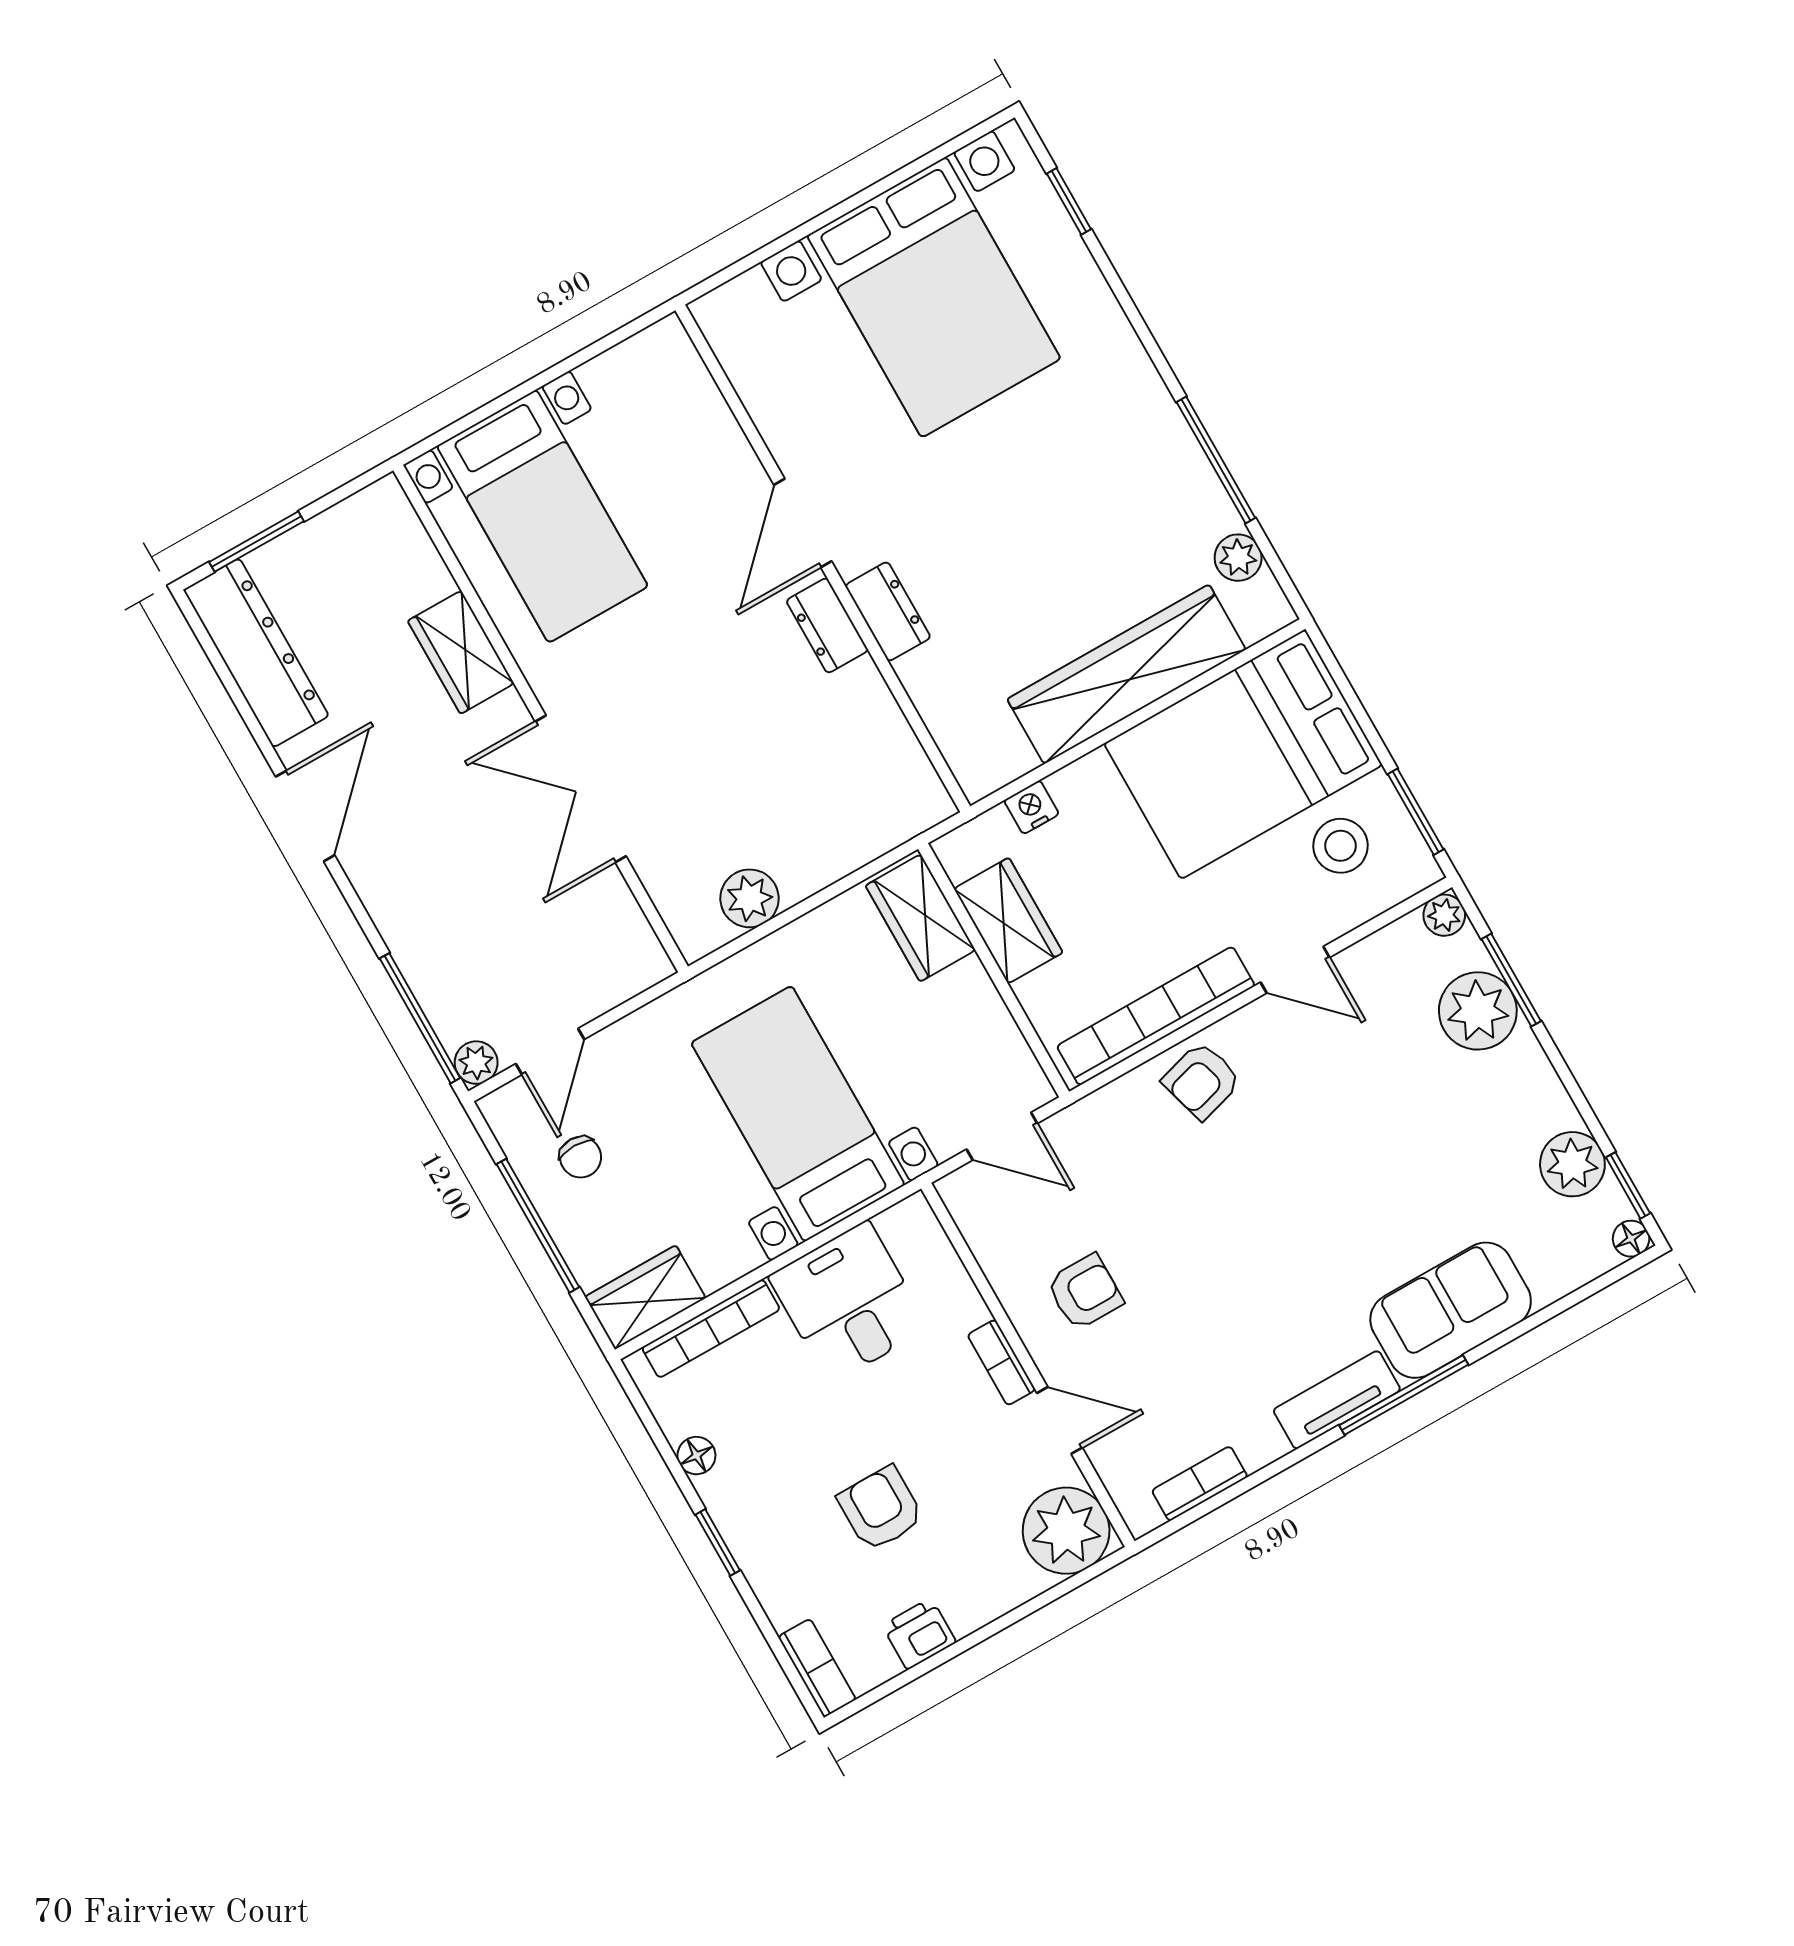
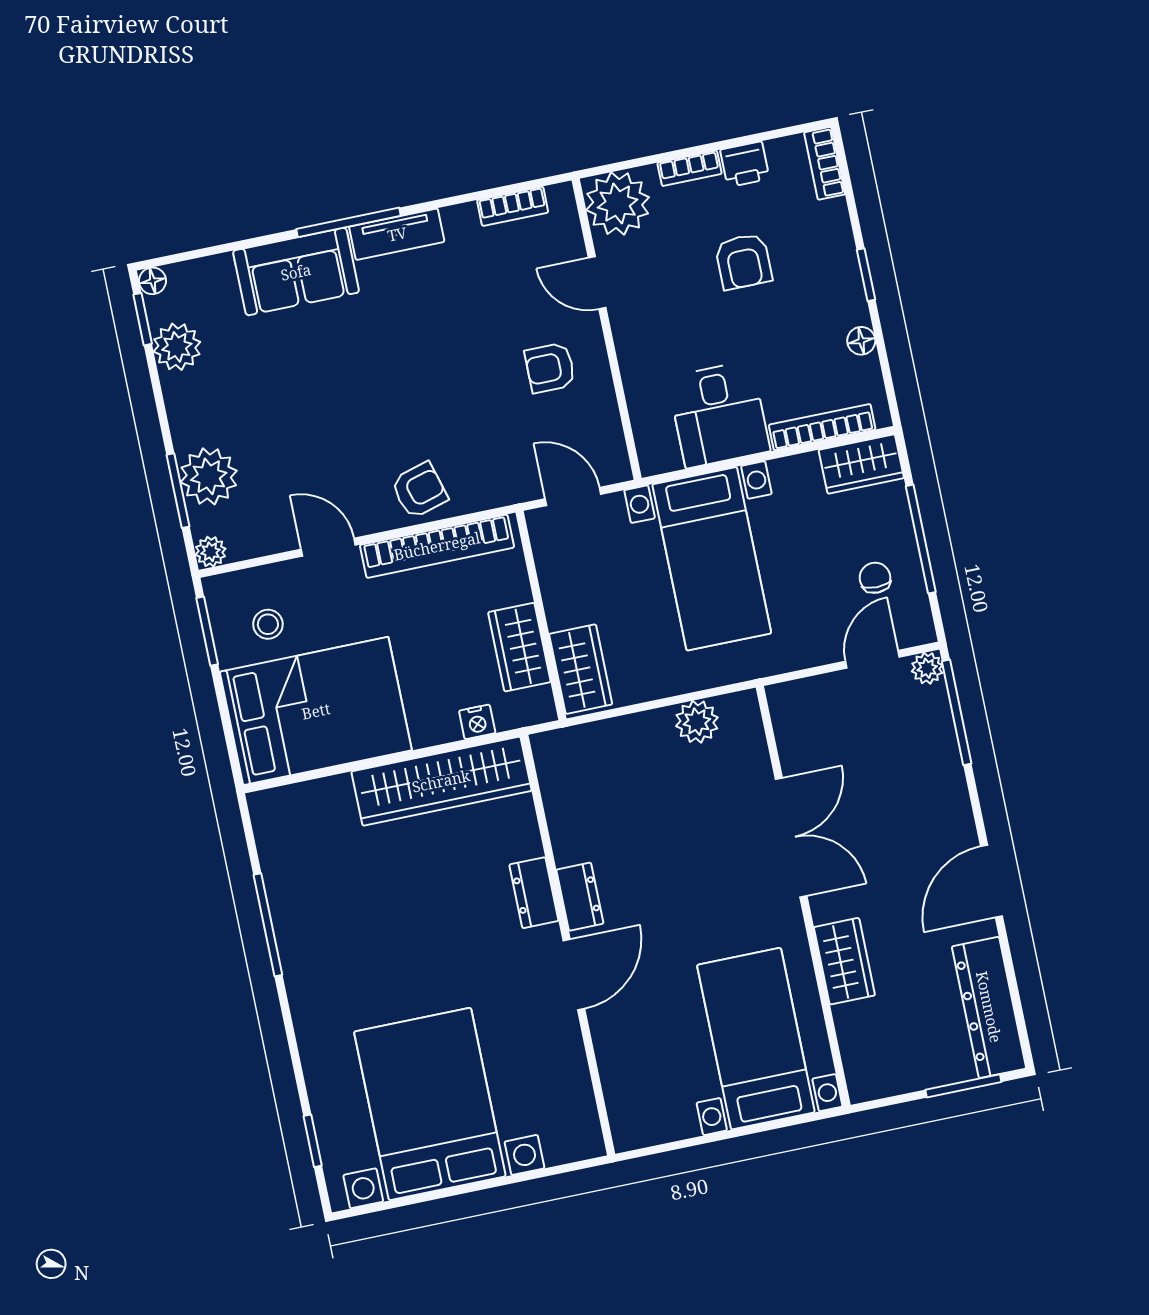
plant: (1238, 558) -> (275, 851), removed
wardrobe: (1127, 674) -> (441, 781), moved
stool: (1341, 846) -> (268, 624), width x0.73, depth x0.73
bookcase: (1001, 1362) -> (690, 168), moved, turned 90

